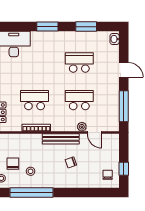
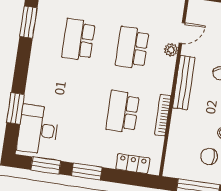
window: (47, 27) -> (15, 108), moved

